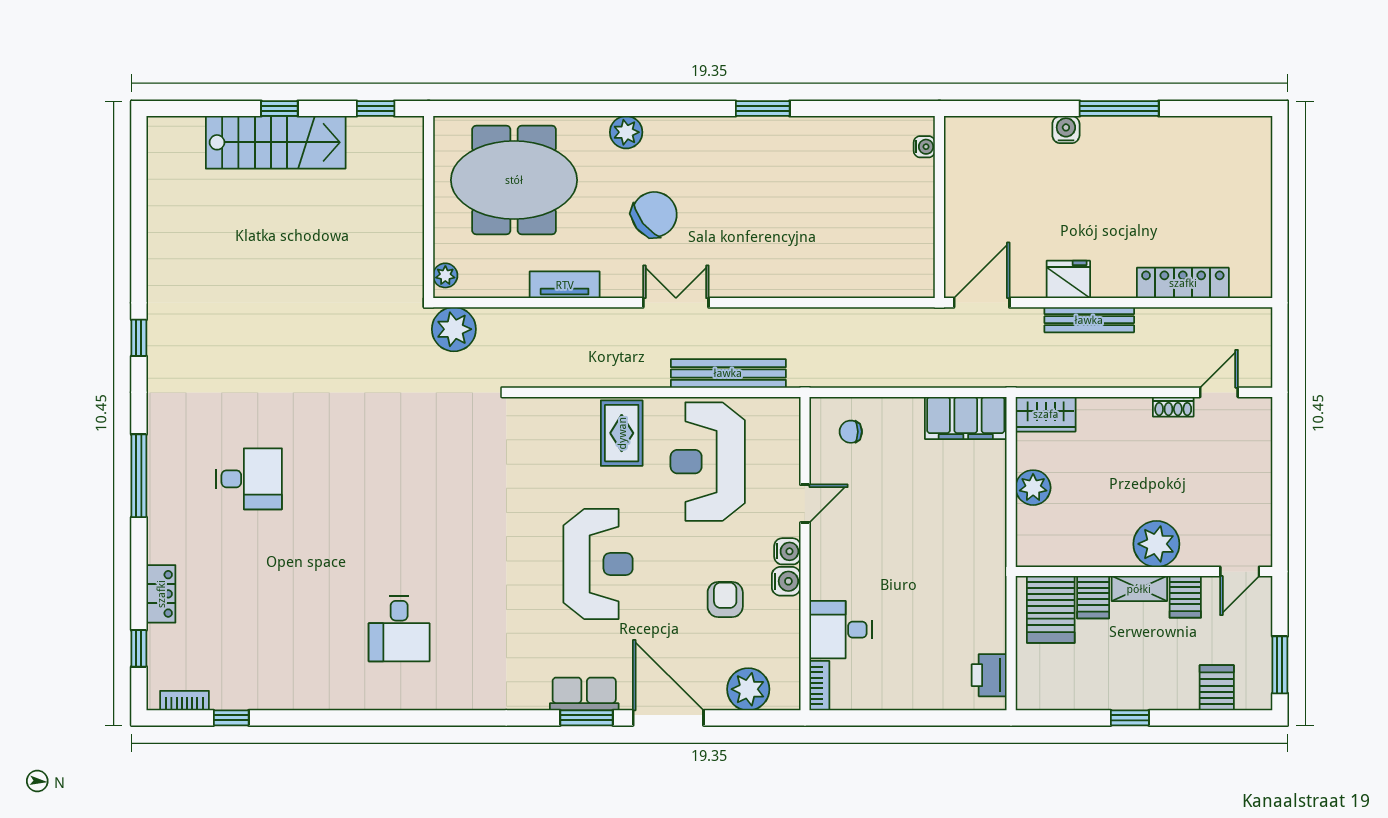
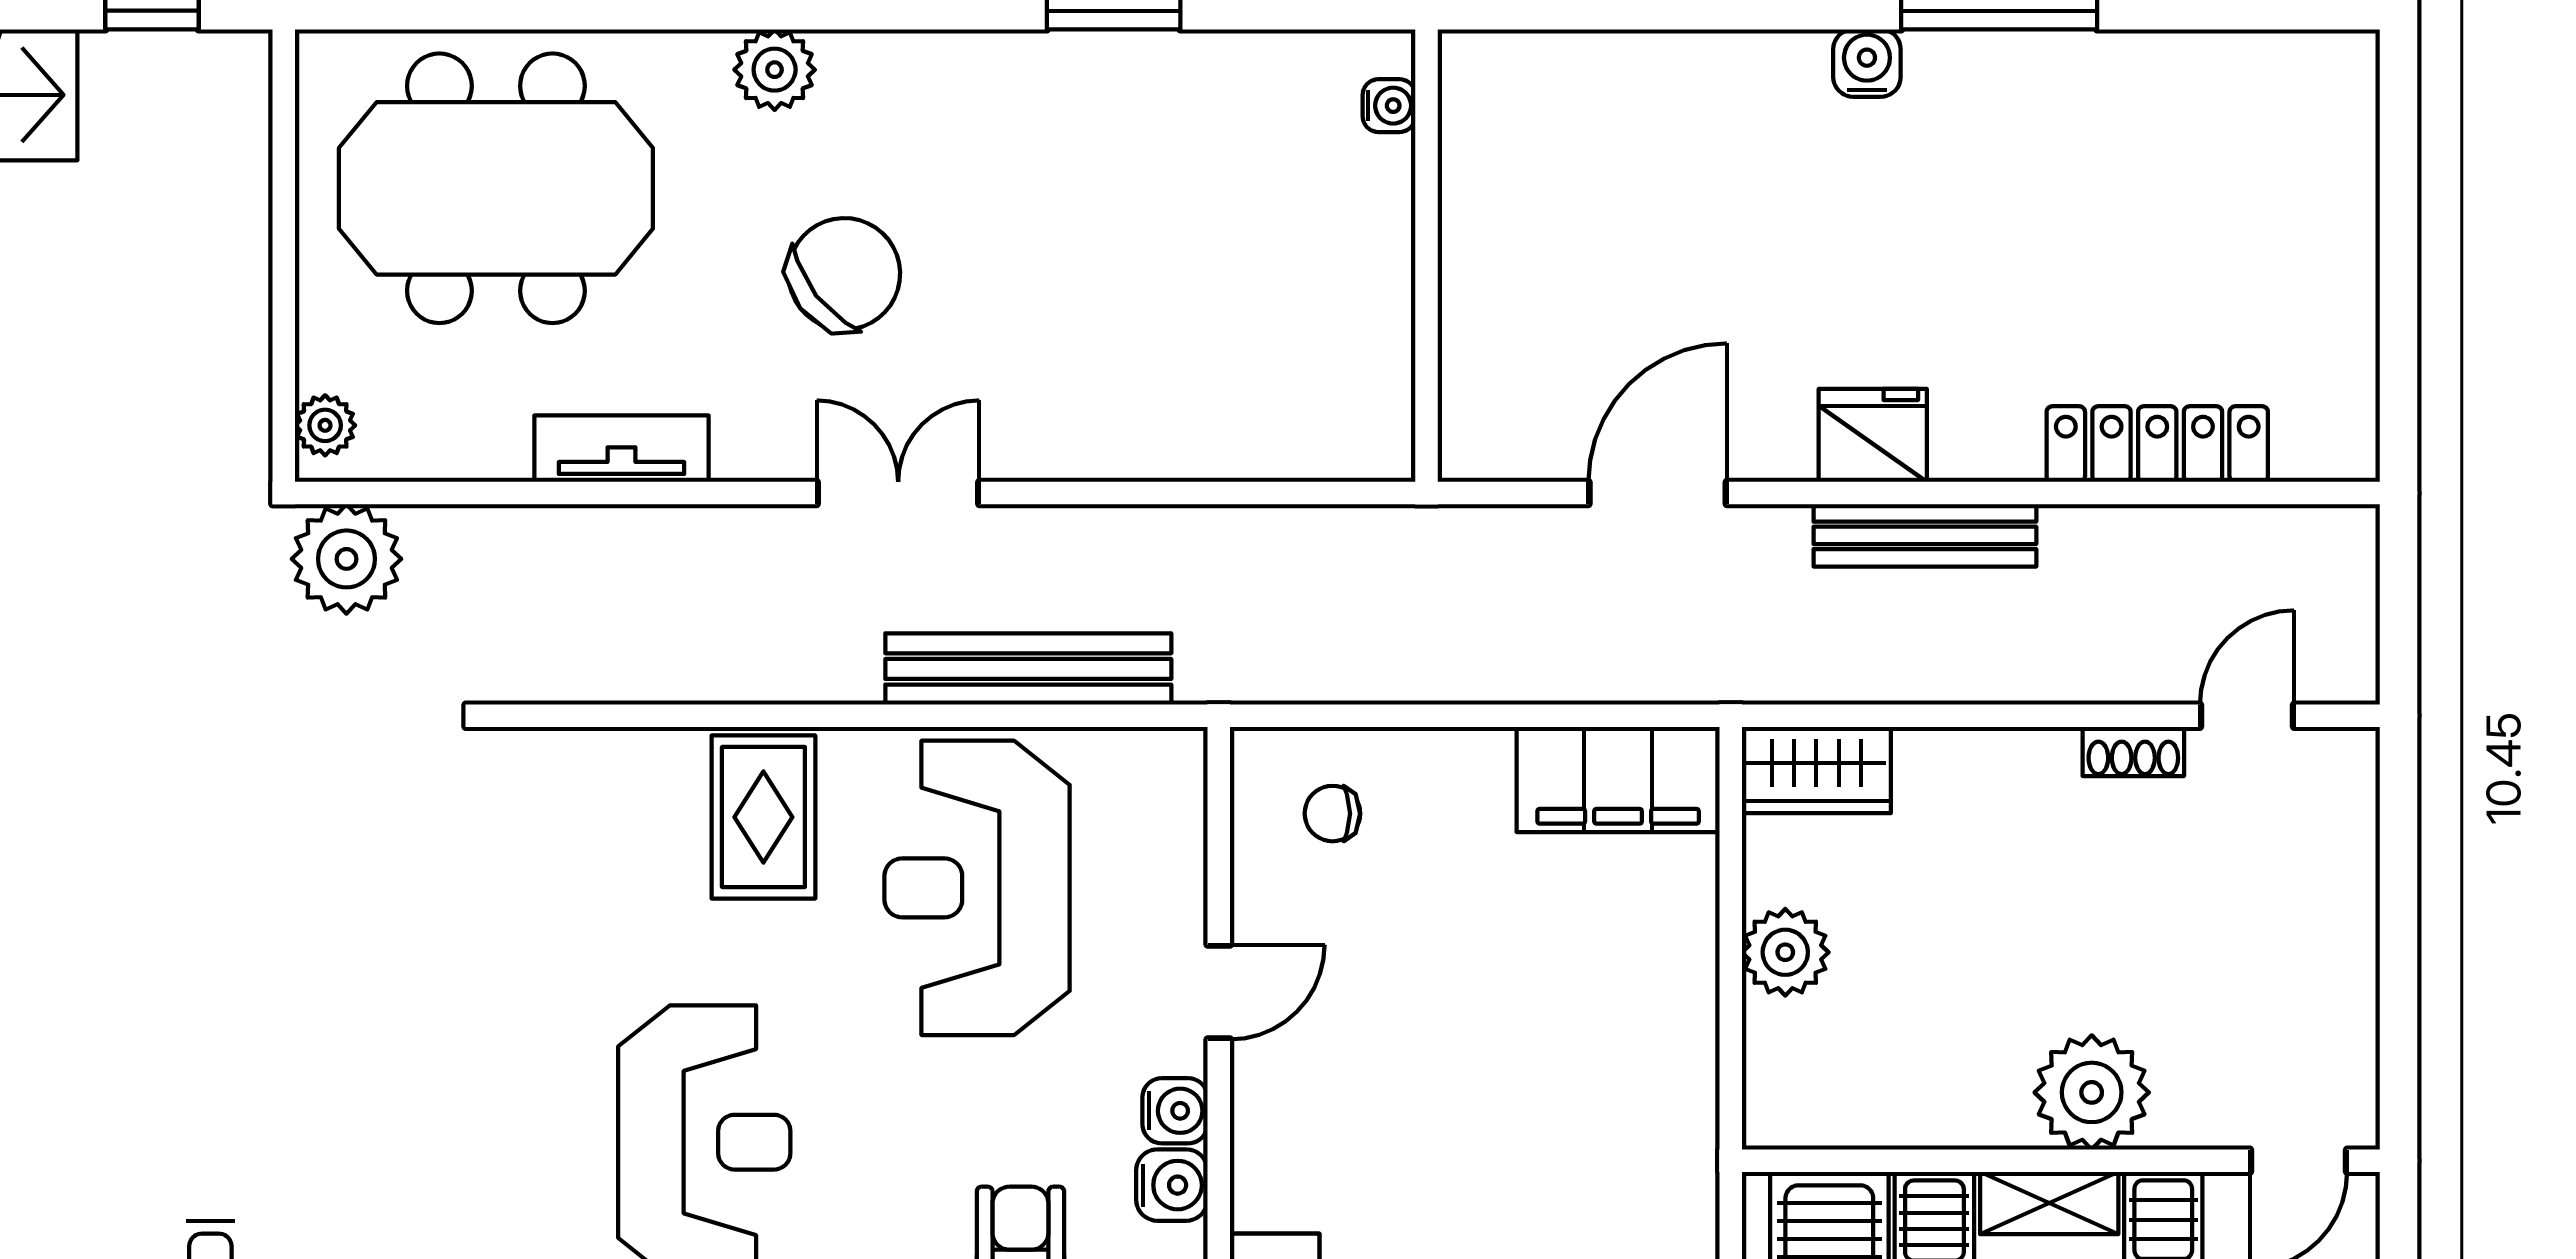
water cooler: (924, 147) -> (1389, 106), moved
wall: (939, 207) -> (1426, 256), moved

